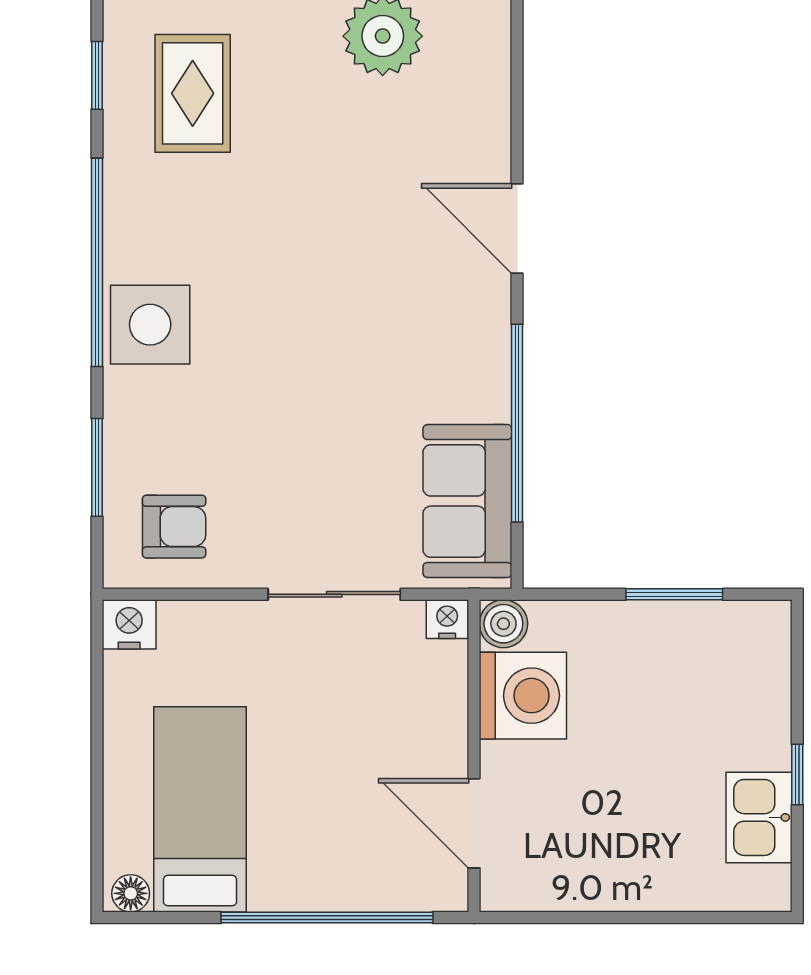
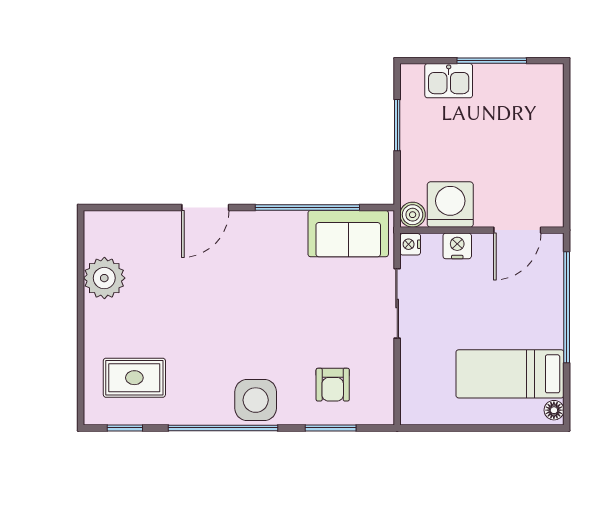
armchair: (174, 527) -> (333, 385), moved, turned 180
nightstand: (129, 624) -> (457, 246), moved, turned 90
window: (797, 775) -> (492, 61), width x2.17
kitchen sink: (759, 817) -> (449, 81), moved

